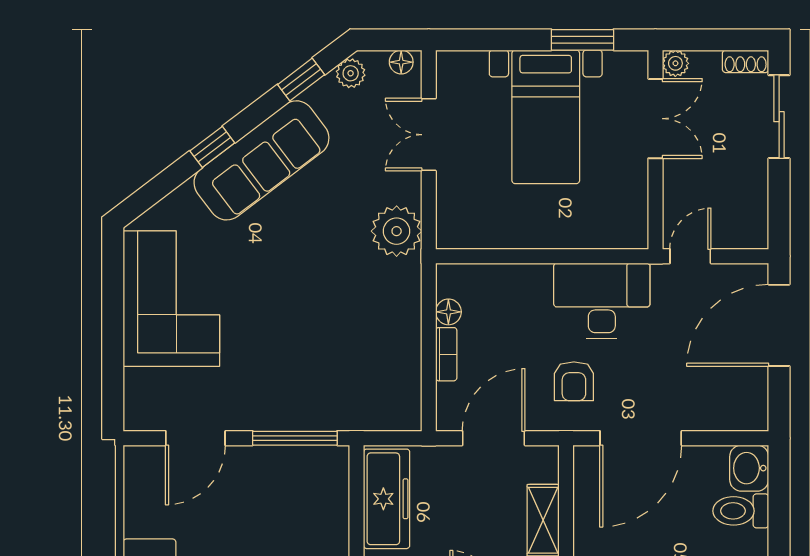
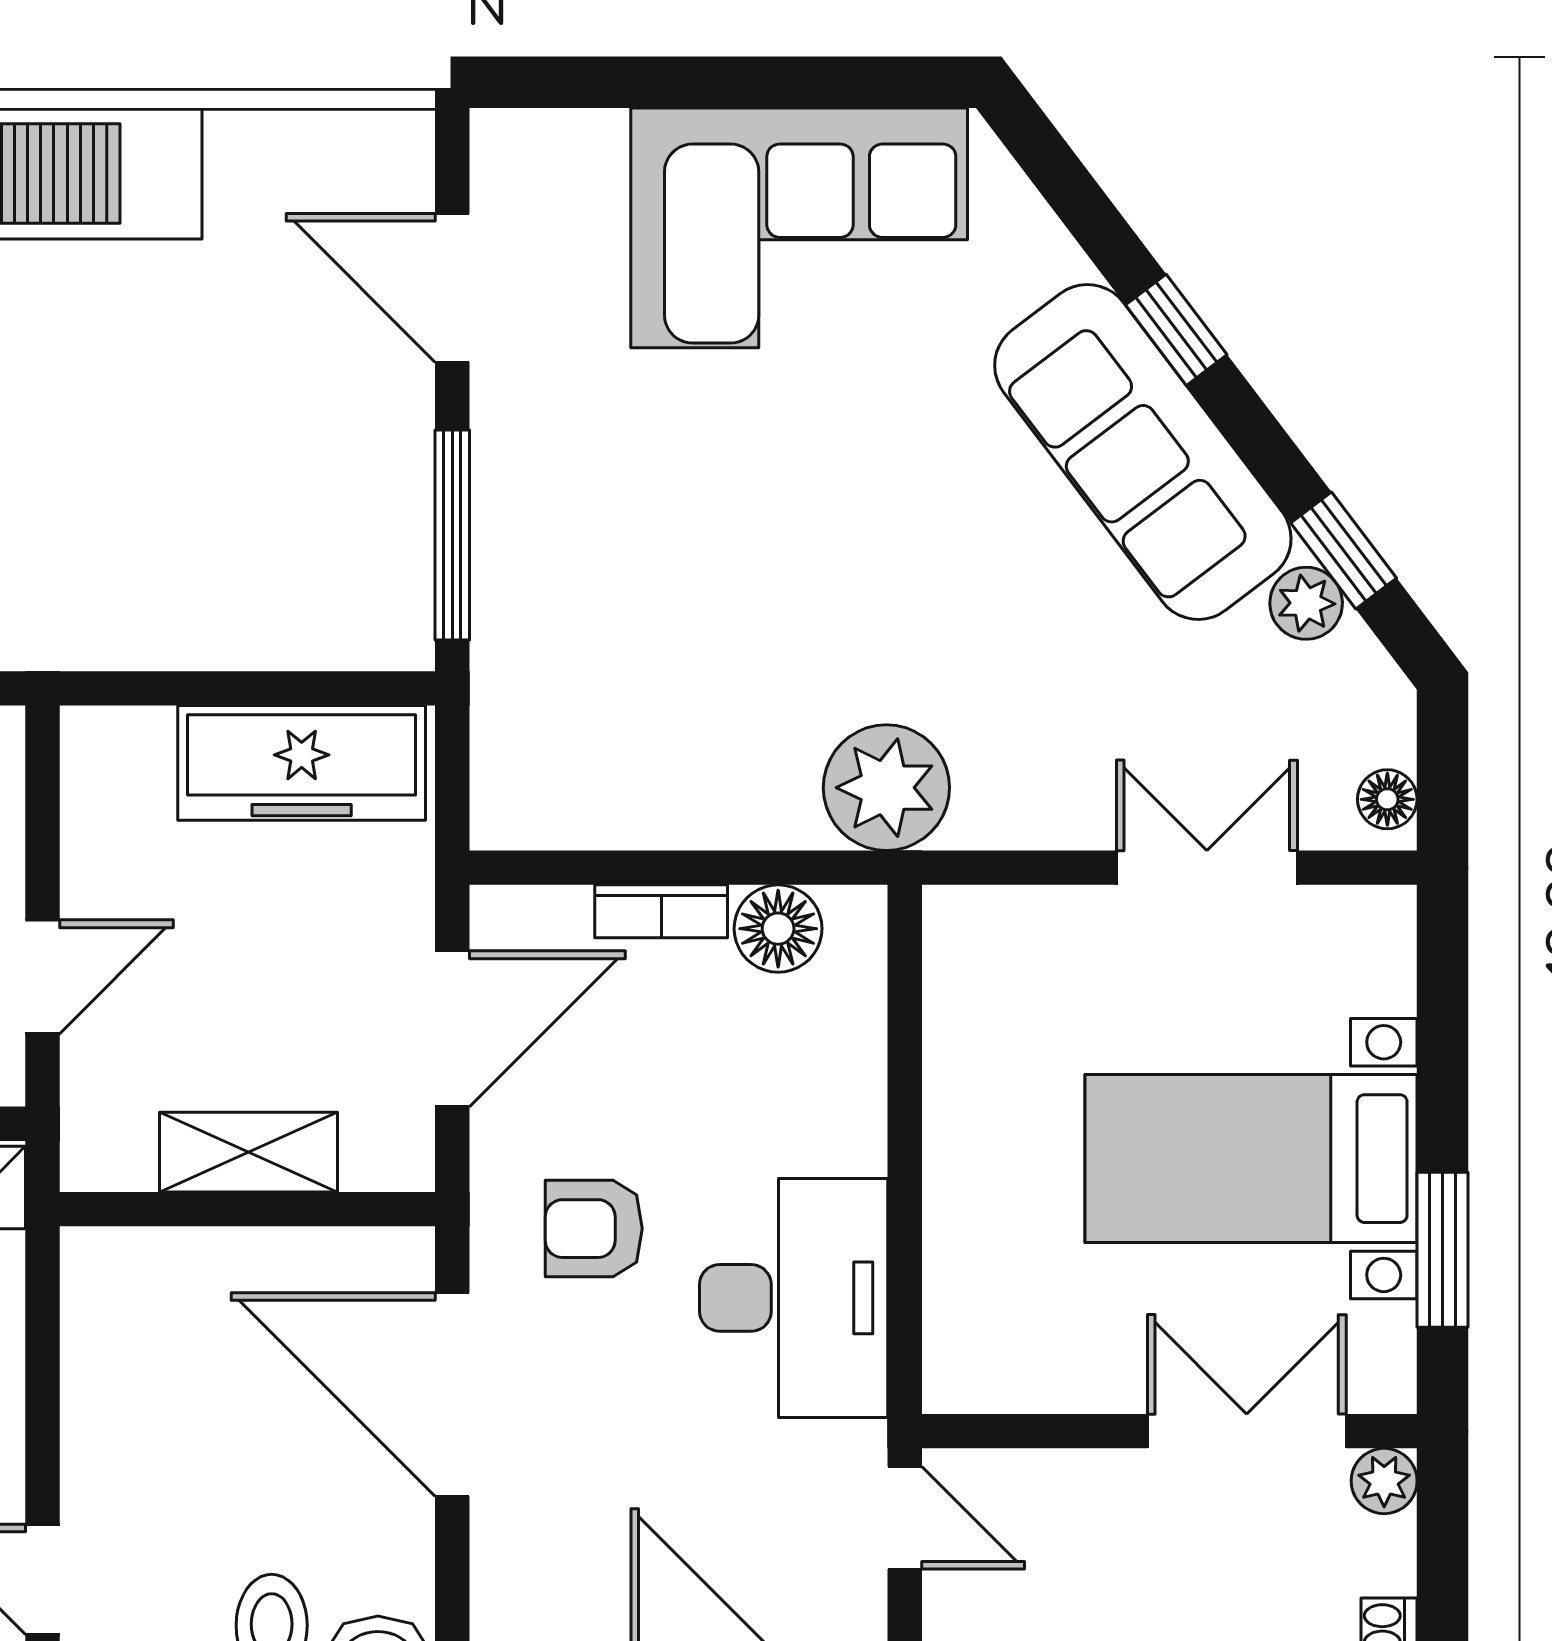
plant: (351, 73) -> (1306, 603), moved
double door: (655, 119) -> (1247, 1431), swing flipped
plant: (397, 231) -> (886, 788), moved
floor lamp: (448, 312) -> (778, 929), width x1.37, depth x1.37
door: (494, 438) -> (452, 1029), hinge flipped

